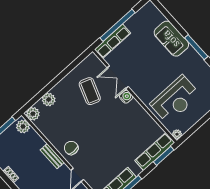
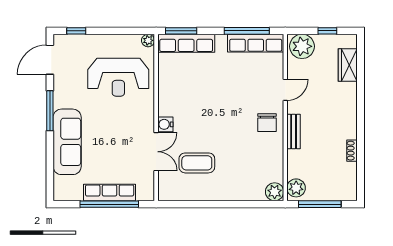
sofa: (171, 39) -> (67, 142), width x1.36
row of seats: (113, 41) -> (110, 192), moved
coffee table: (90, 91) -> (197, 163), turned 70
reception desk: (175, 99) -> (118, 77), turned 180
plant: (49, 100) -> (246, 192), removed

